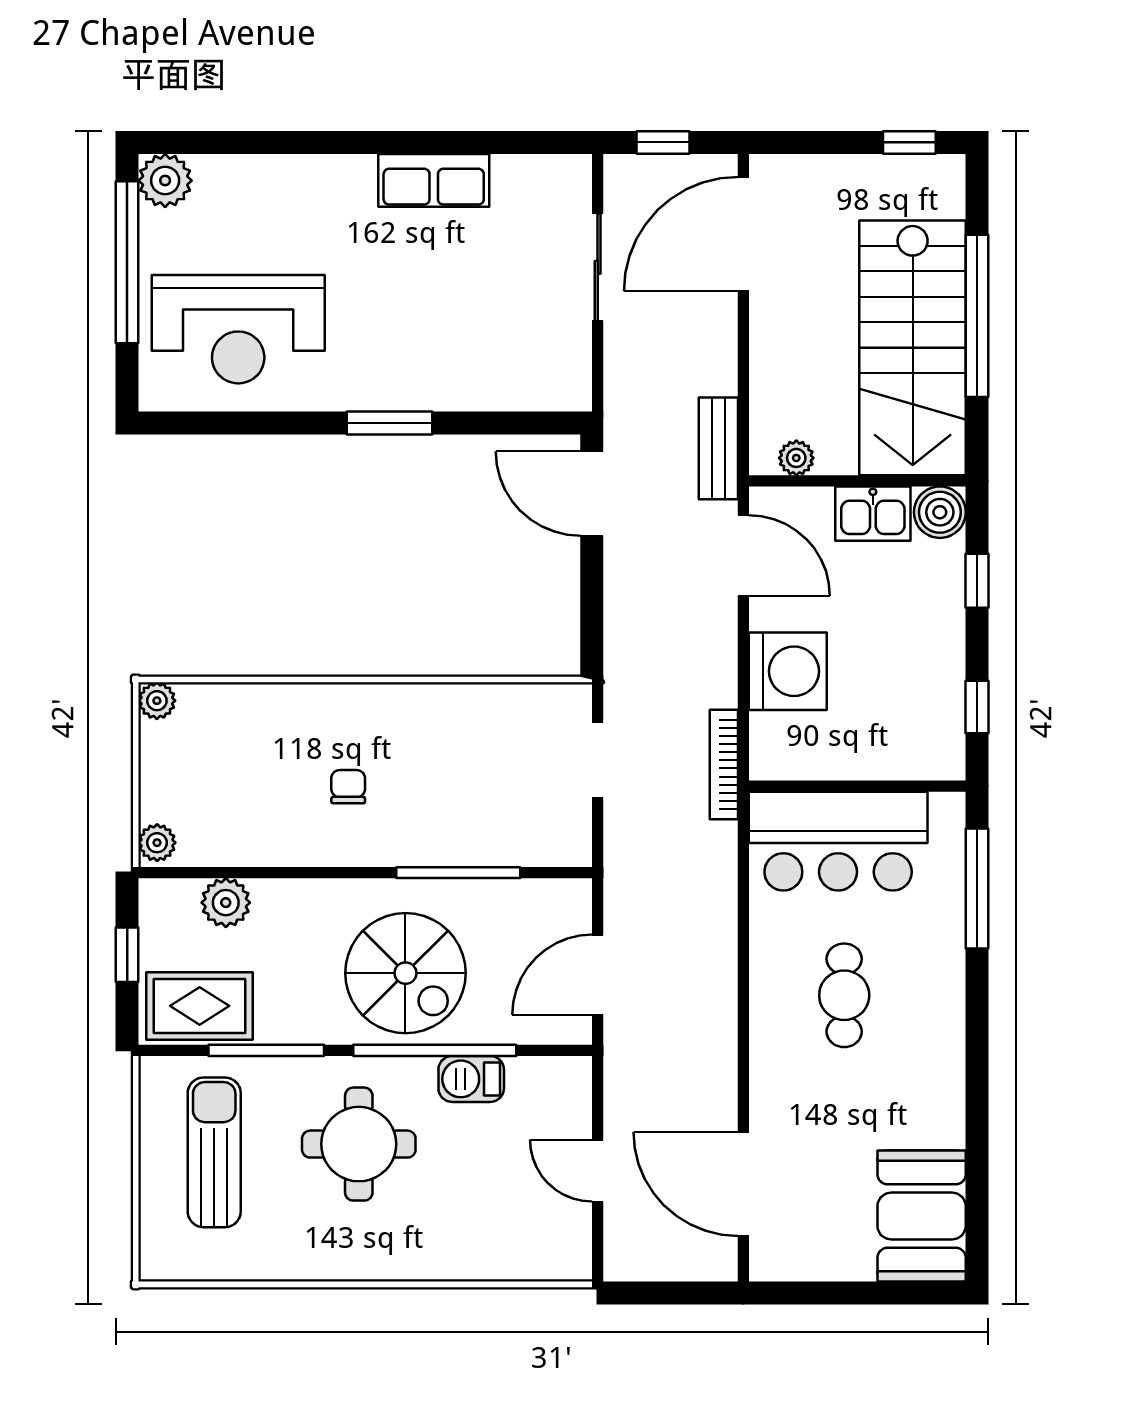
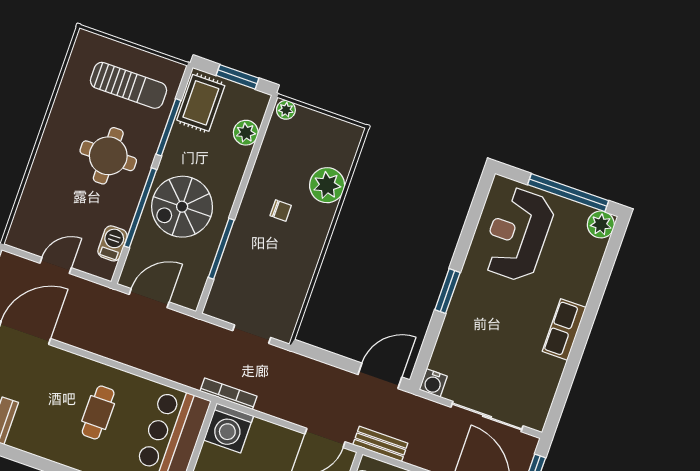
row of seats: (434, 180) -> (564, 329), moved
sliding door: (598, 267) -> (487, 416), width x1.37
water cooler: (570, 390) -> (433, 383), added
washing machine: (788, 671) -> (229, 428), moved
plant: (157, 701) -> (327, 185), moved, width x1.87, depth x1.87
window: (127, 955) -> (237, 77), width x1.50
door: (598, 975) -> (149, 298), hinge flipped
cafe table: (844, 995) -> (98, 412), turned 90
barbecue: (471, 1079) -> (112, 243), moved

